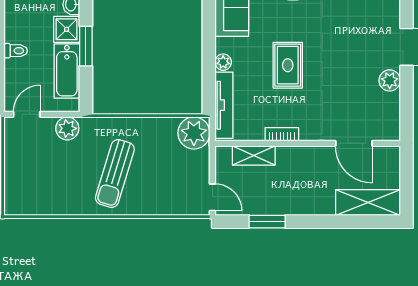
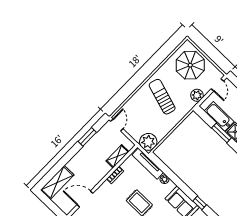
parasol: (36, 177) -> (190, 65), added
door: (212, 197) -> (117, 125), swing flipped

